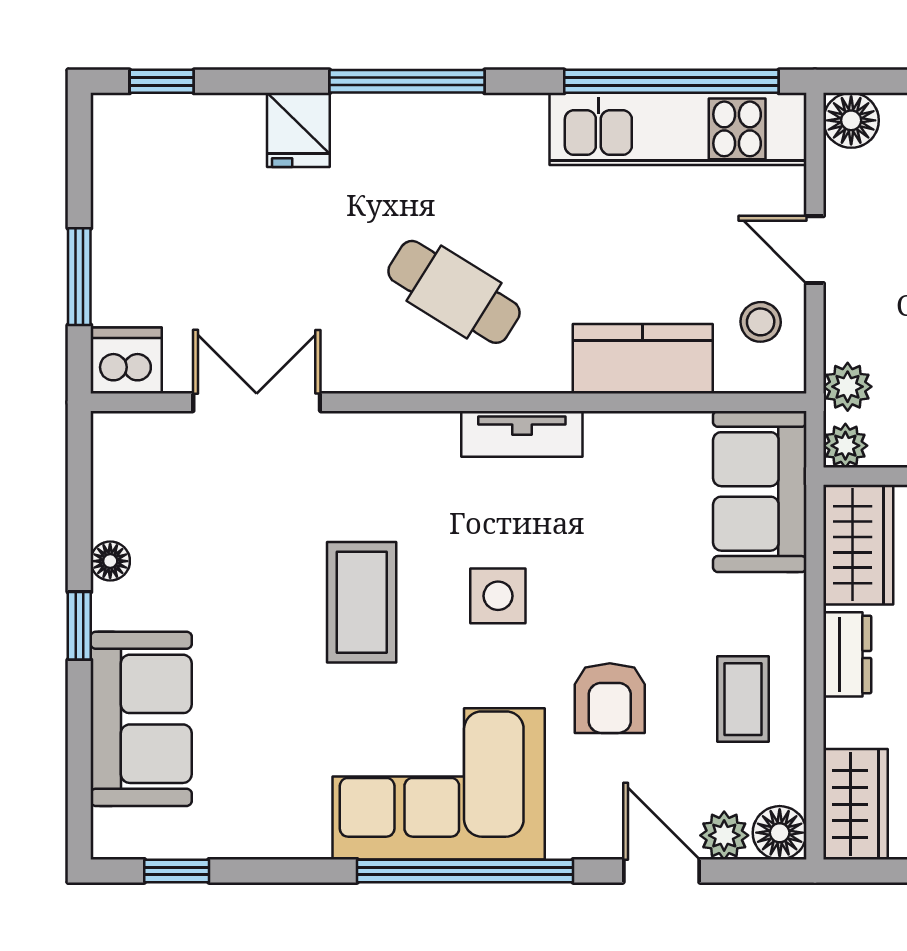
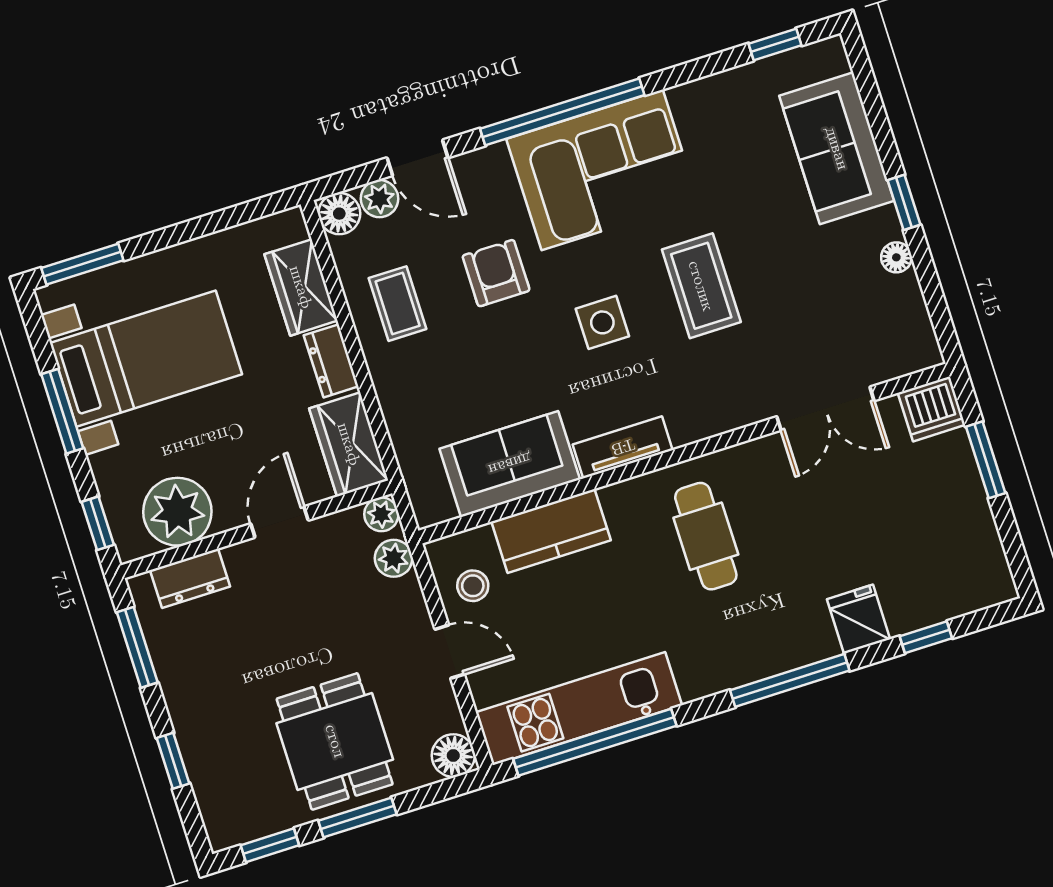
window: (162, 81) -> (926, 637), moved
cafe table: (454, 292) -> (706, 536), turned 58
sofa: (760, 491) -> (510, 464), moved, turned -90
wardrobe: (856, 804) -> (301, 287), moved

